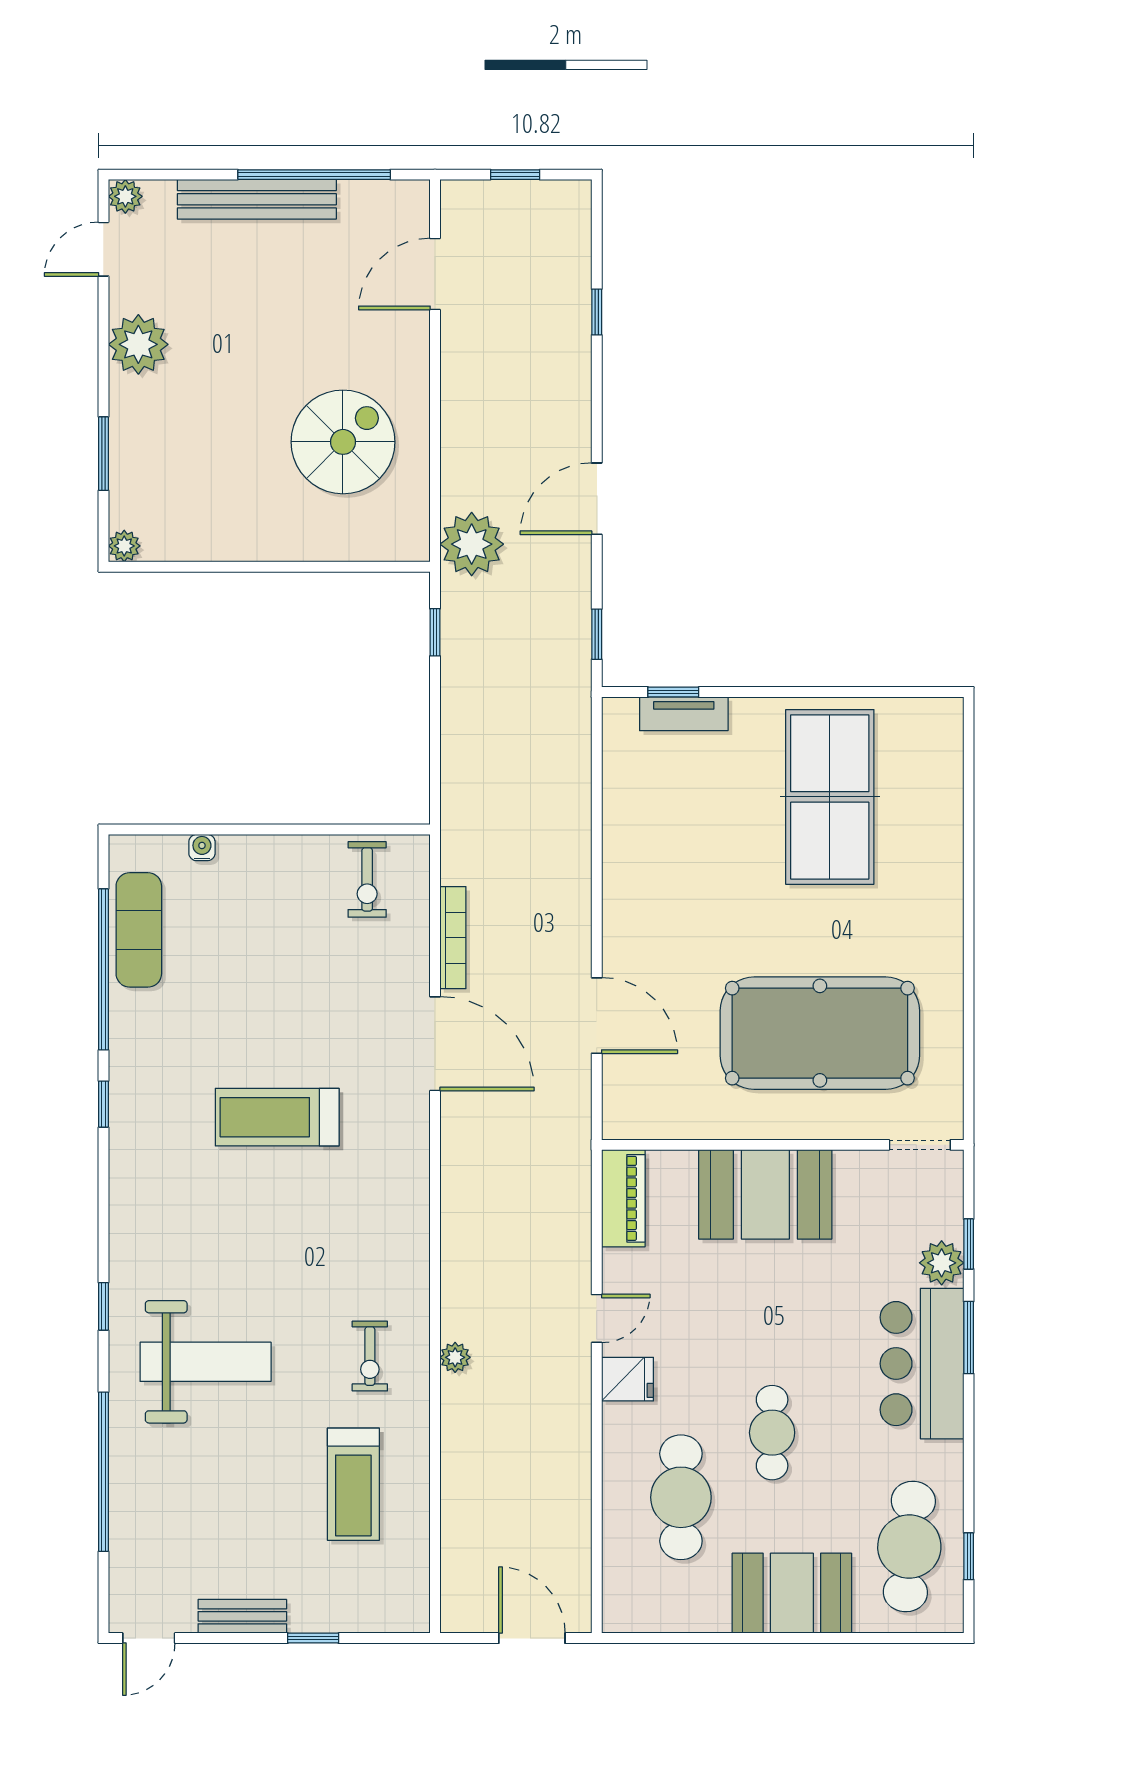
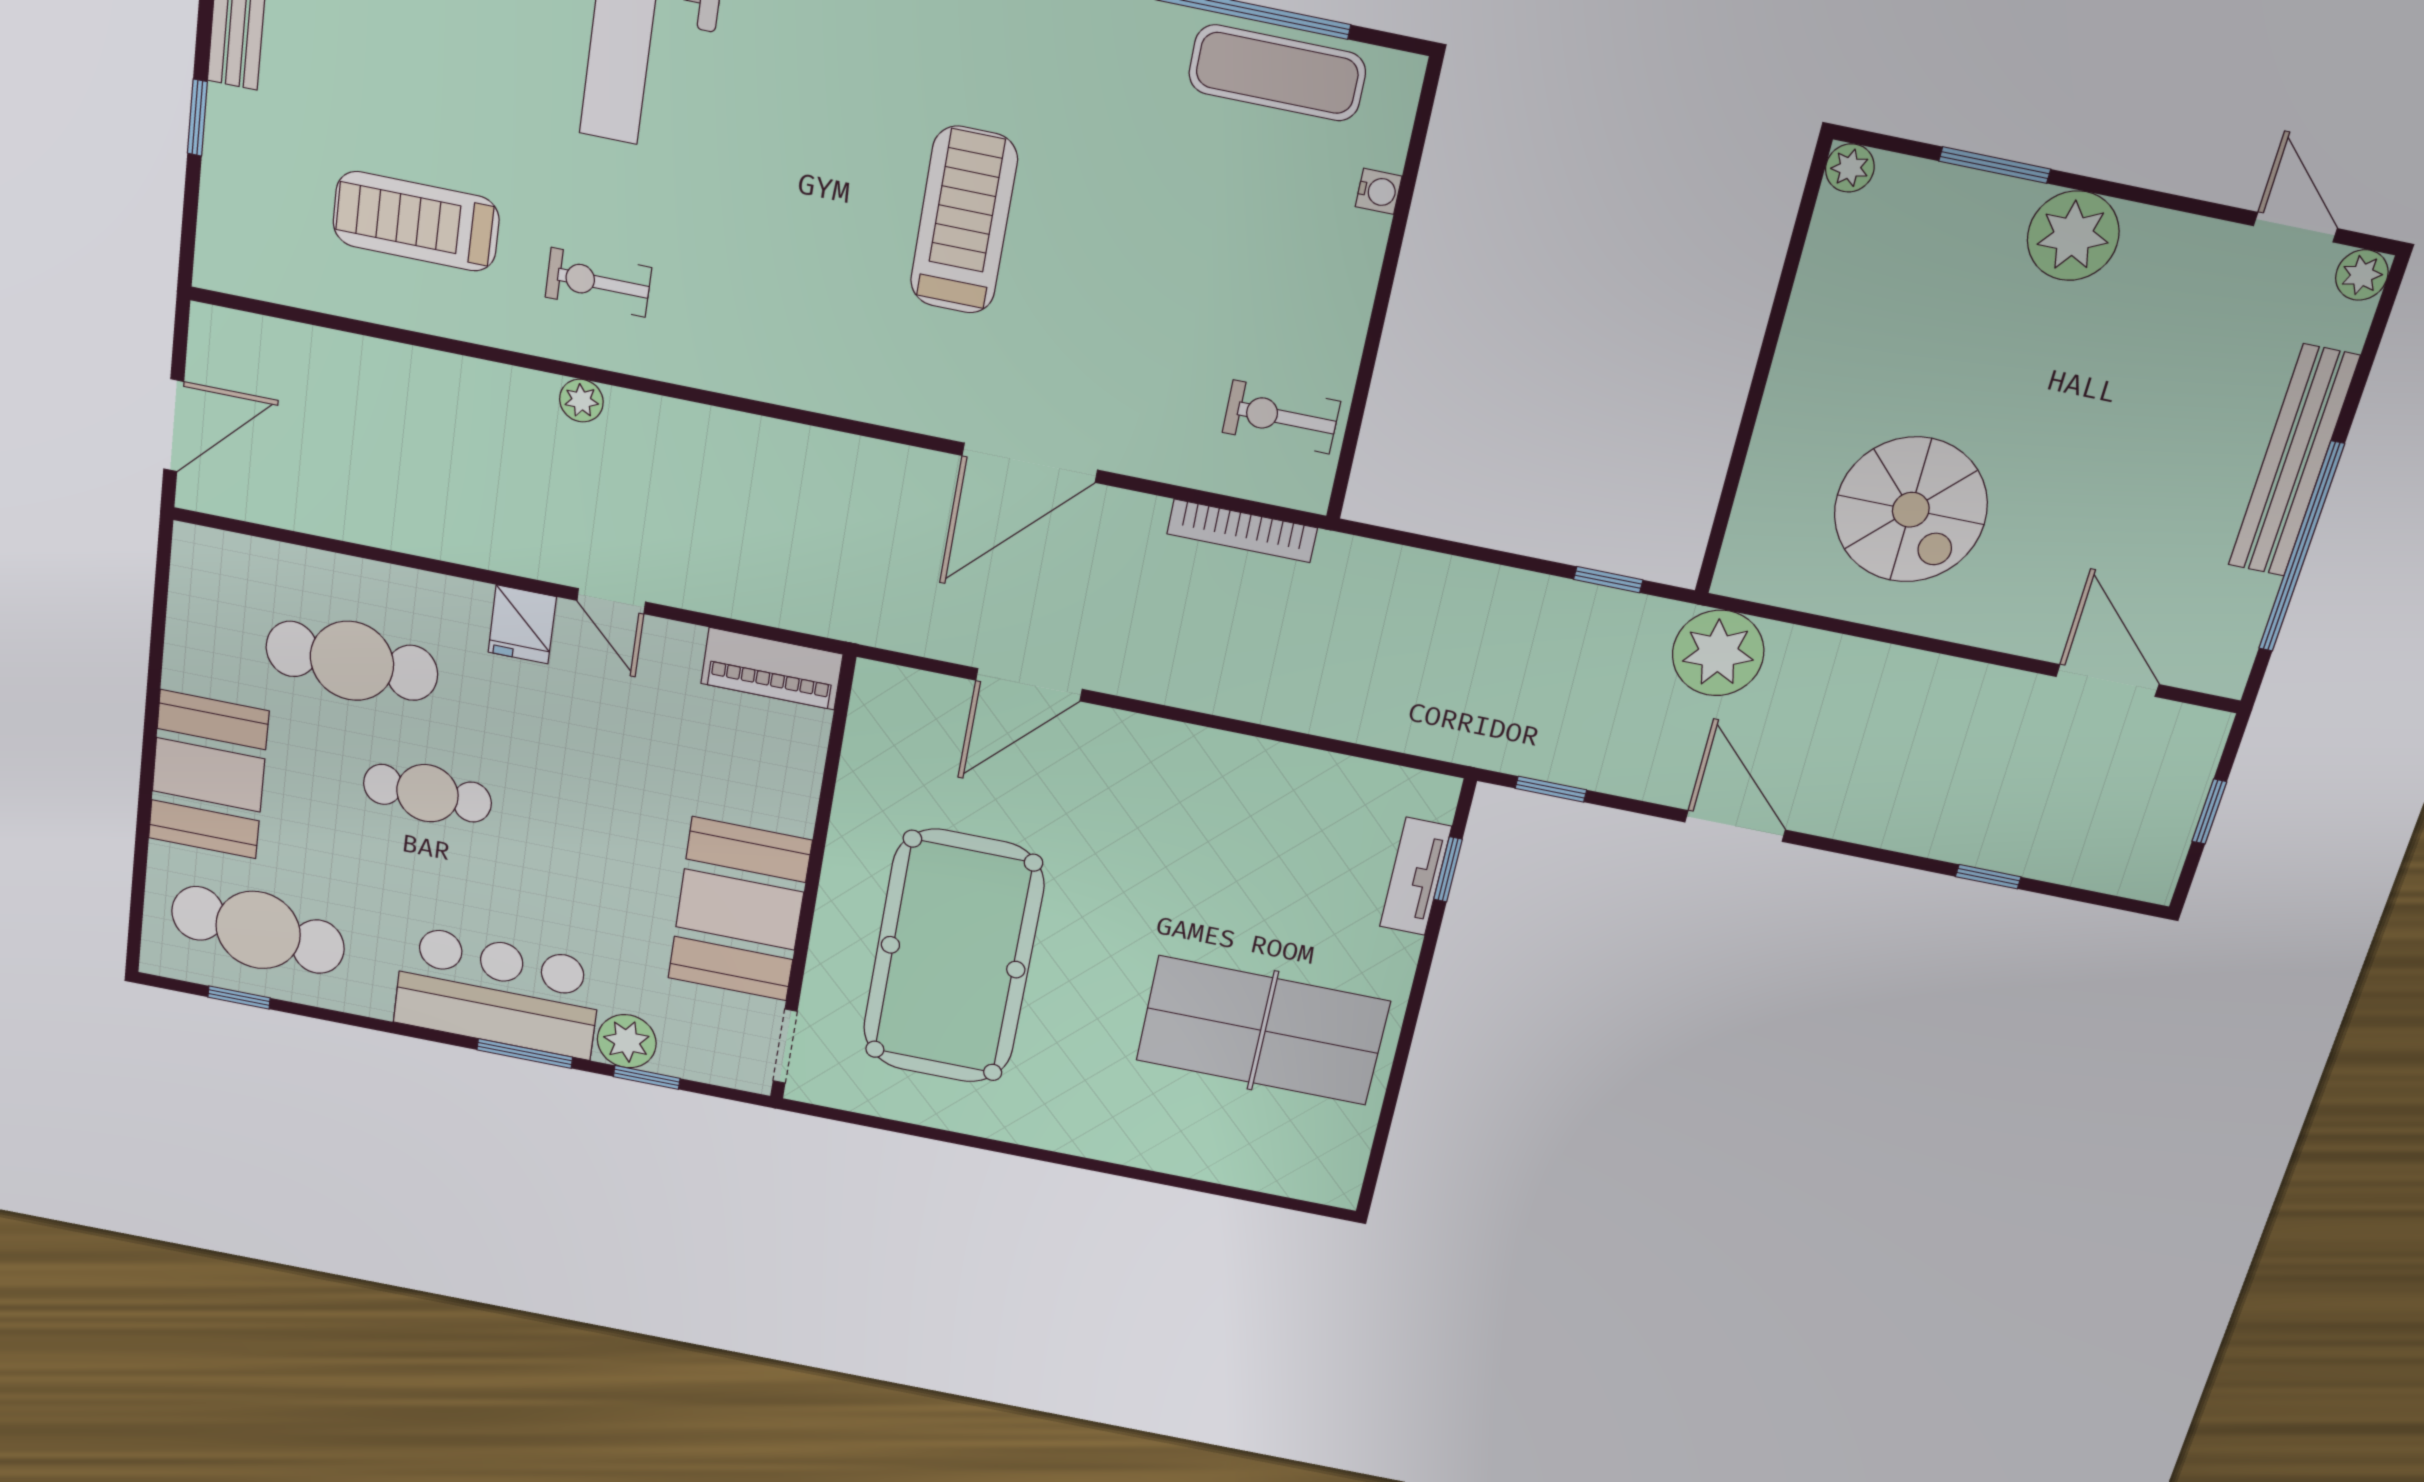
plant: (138, 344) -> (2073, 236), moved
bookcase: (453, 938) -> (1242, 531), moved
booth: (765, 1194) -> (740, 909), moved

